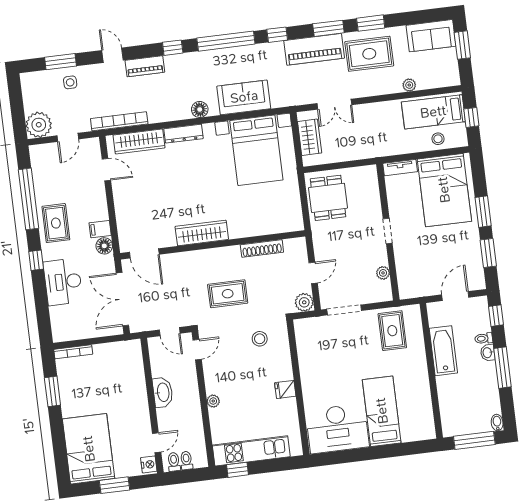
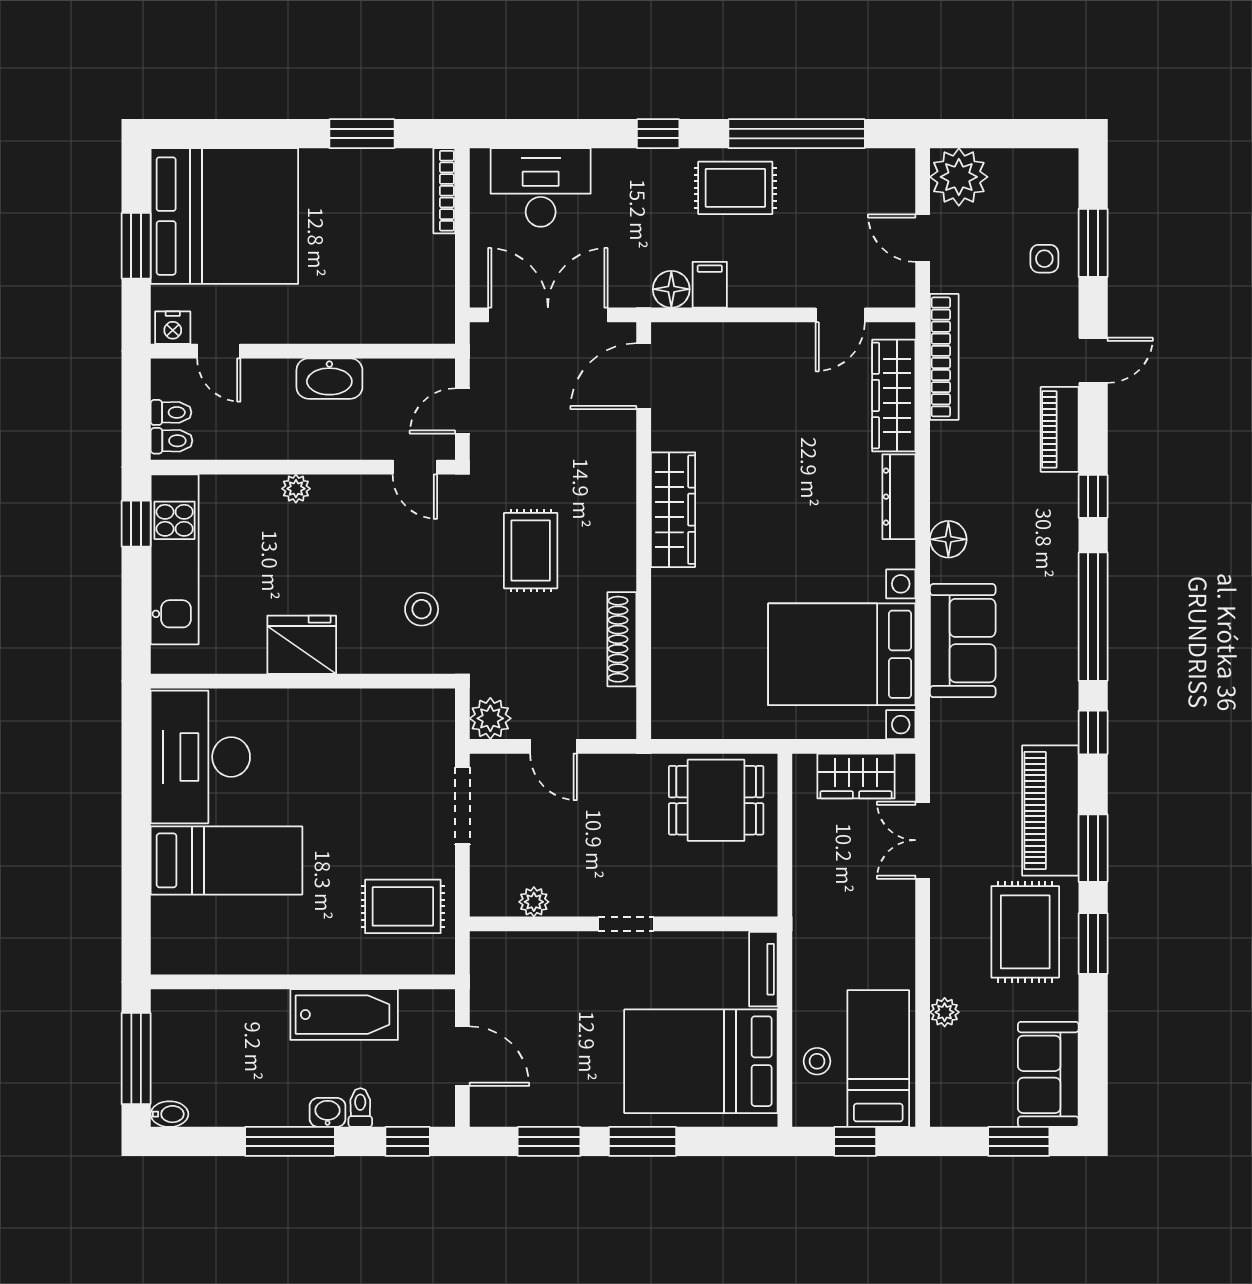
desk: (63, 282) -> (541, 187), moved
fridge: (285, 389) -> (302, 645), width x1.88, depth x1.34
bed: (89, 449) -> (224, 216), width x1.36
toilet: (174, 462) -> (172, 441), moved

